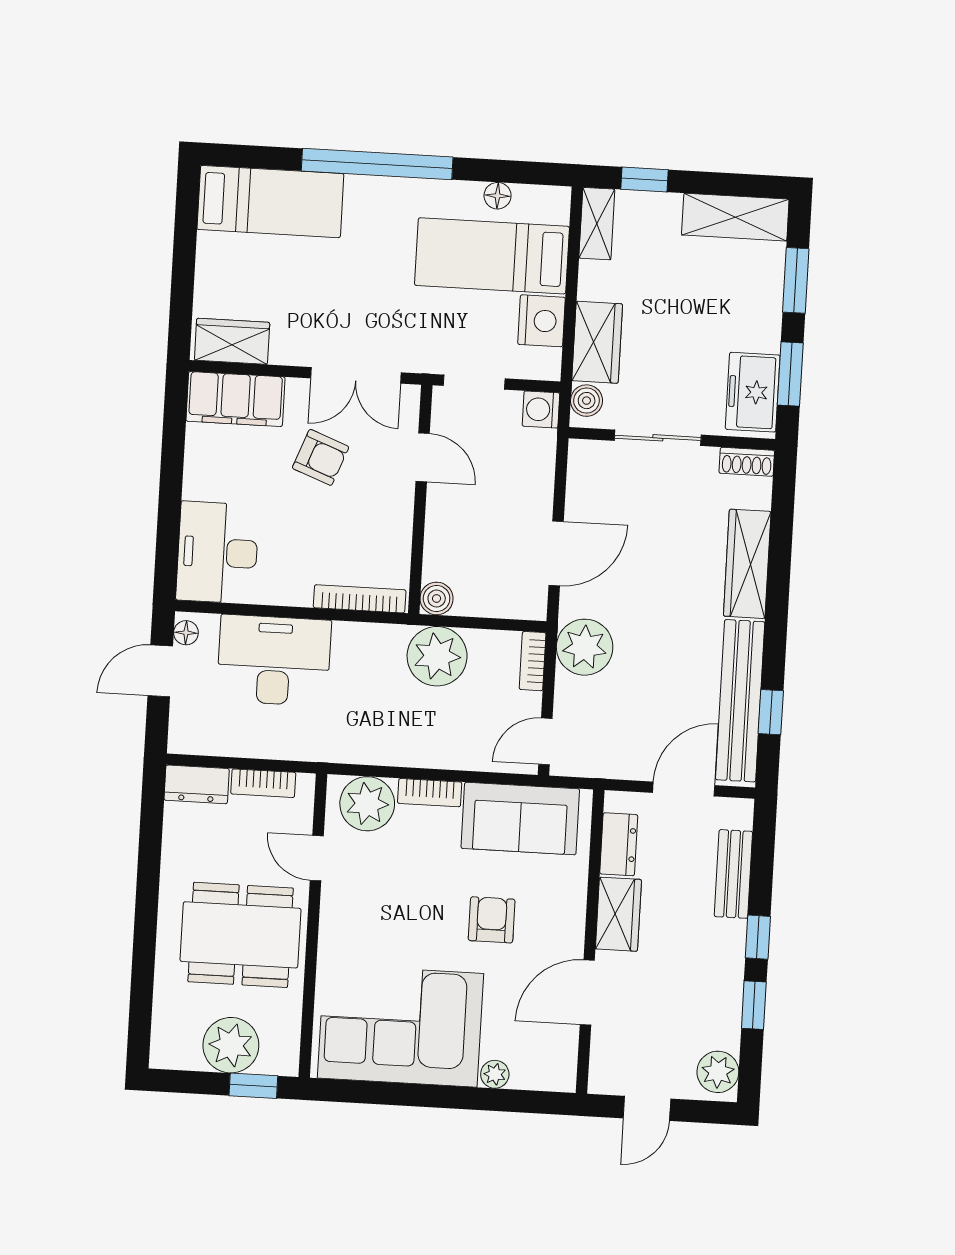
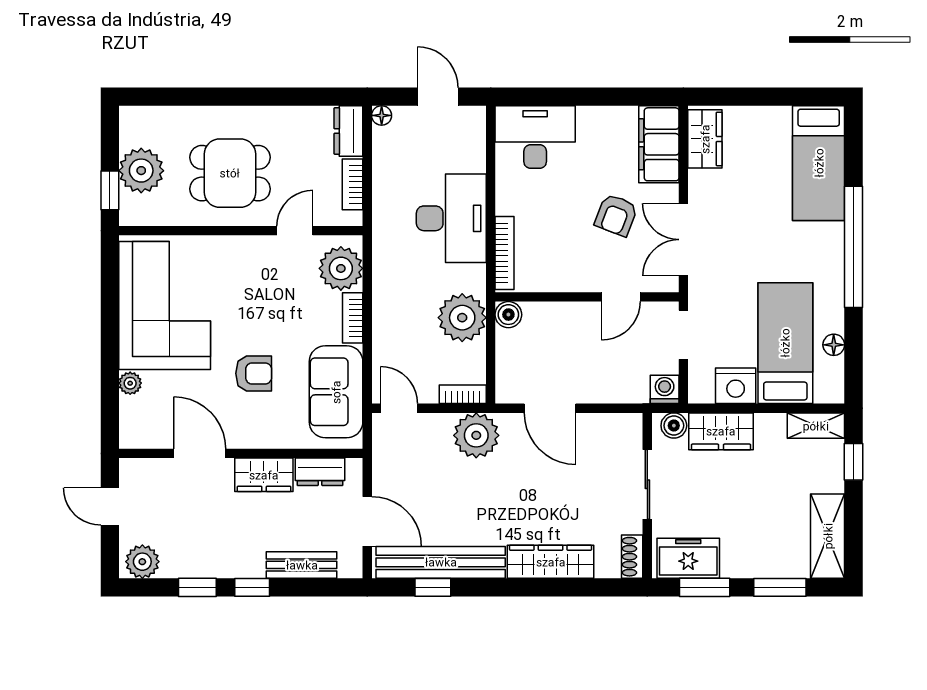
floor lamp: (186, 633) -> (382, 115), moved
desk: (274, 660) -> (451, 218), moved
dining table: (241, 935) -> (230, 173), width x0.73

